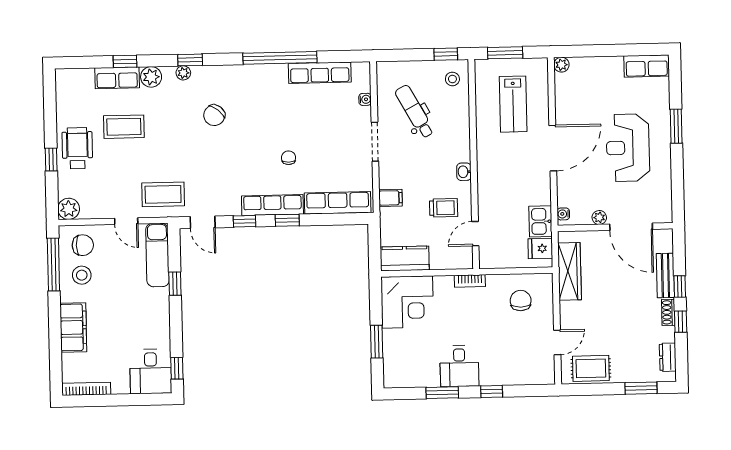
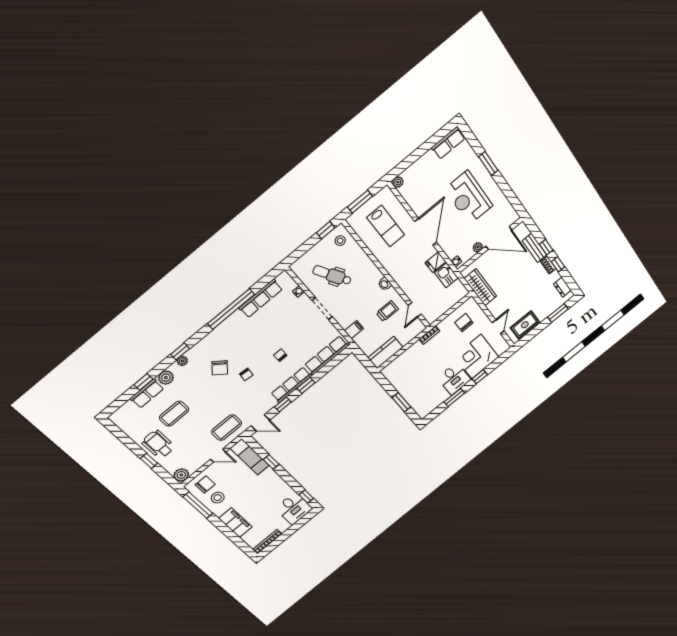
chair: (235, 148) -> (246, 374), added
fridge: (540, 248) -> (436, 262), moved
corner desk: (407, 302) -> (476, 357), moved, turned 180

